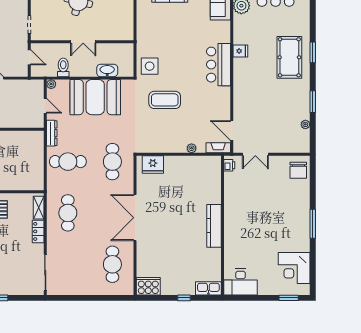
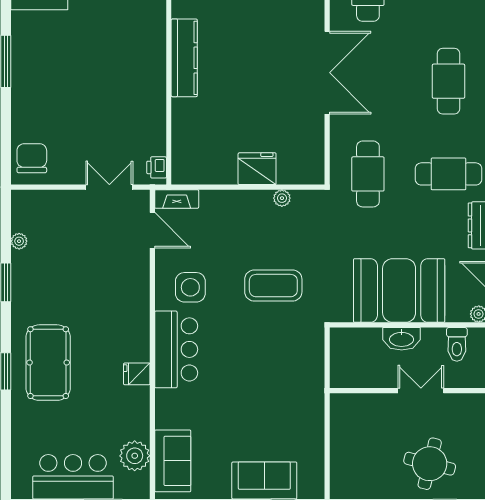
side table: (150, 66) -> (190, 287), moved
washbasin: (107, 70) -> (402, 339), moved
plant: (192, 148) -> (282, 198), moved
fridge: (153, 164) -> (257, 169), moved

